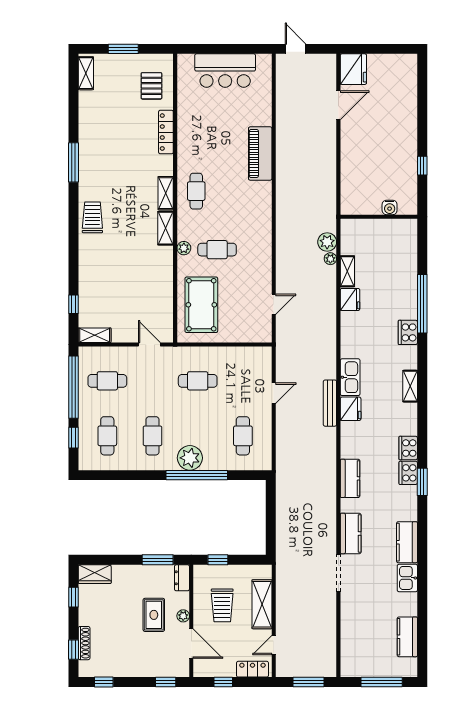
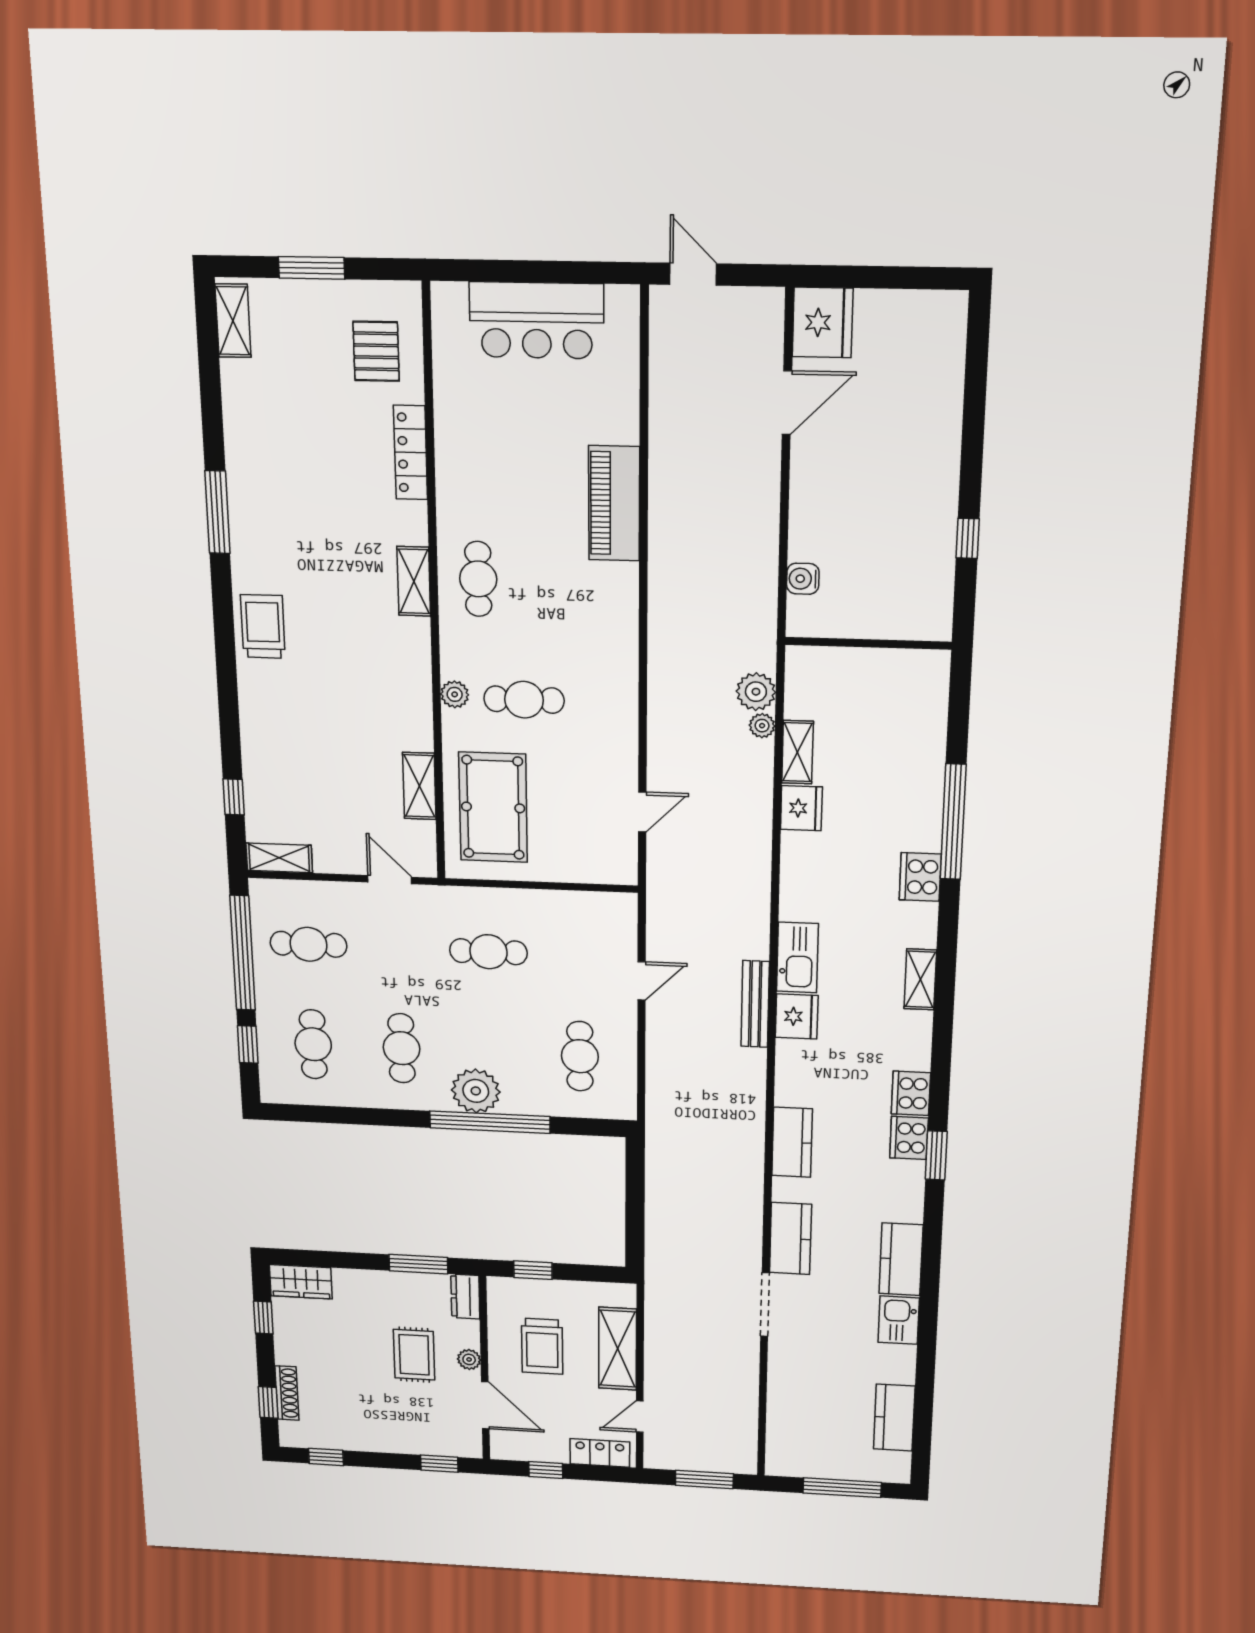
water cooler: (390, 207) -> (803, 579), moved, turned 90
shelving: (165, 228) -> (419, 786), moved

